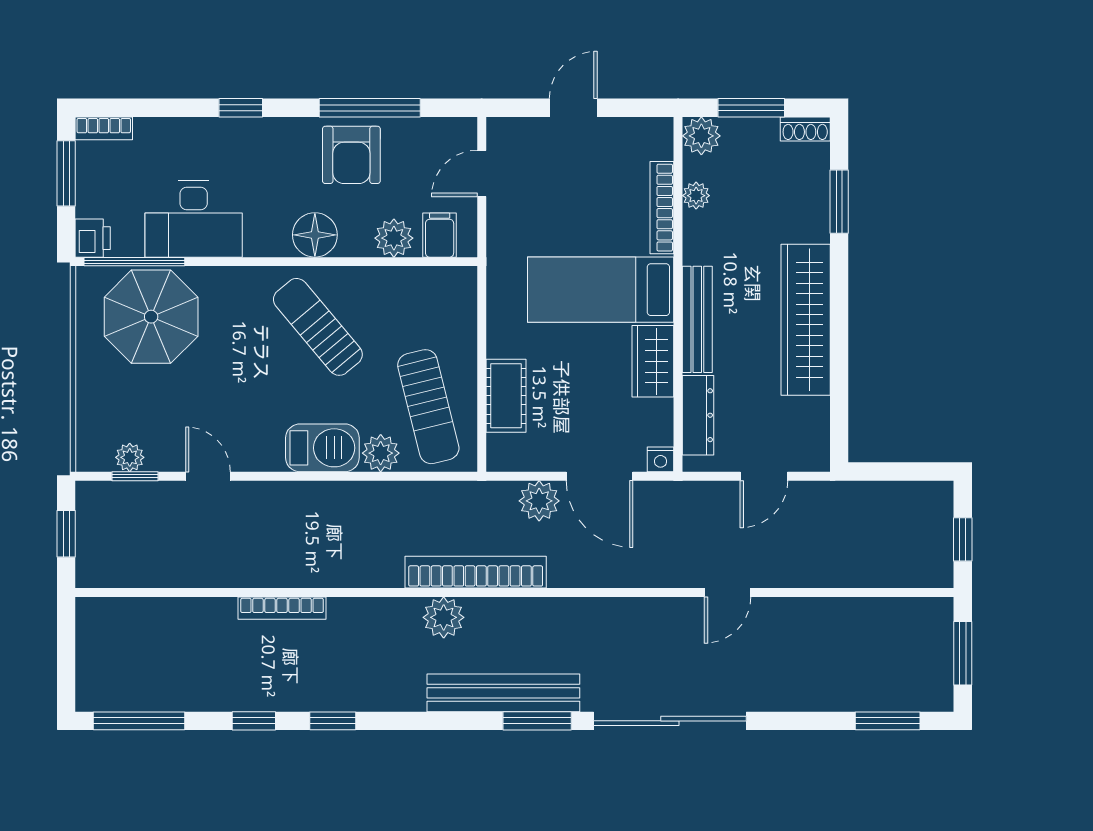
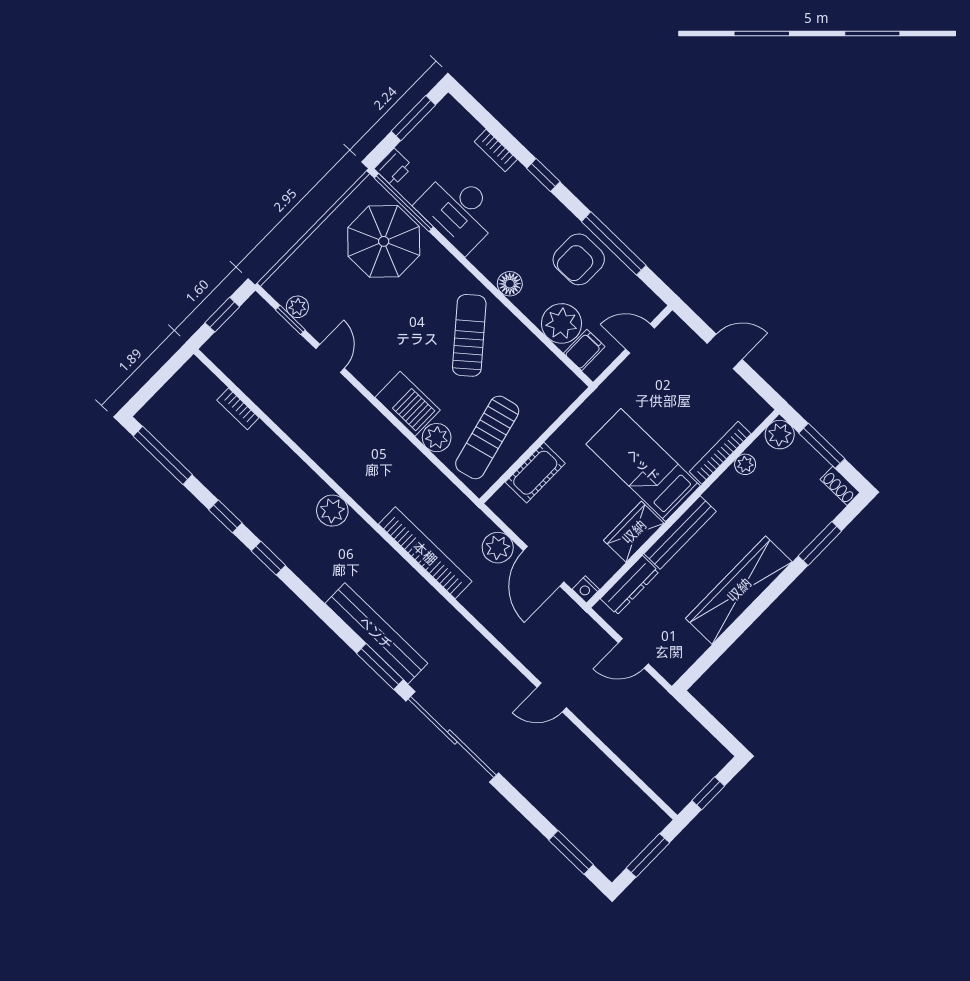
bookcase: (104, 128) -> (496, 150), moved
floor lamp: (315, 235) -> (510, 284), width x0.73, depth x0.73
plant: (394, 238) -> (561, 323), width x1.36, depth x1.36
bookcase: (282, 608) -> (238, 409), moved, width x0.64
plant: (444, 617) -> (332, 511), moved

